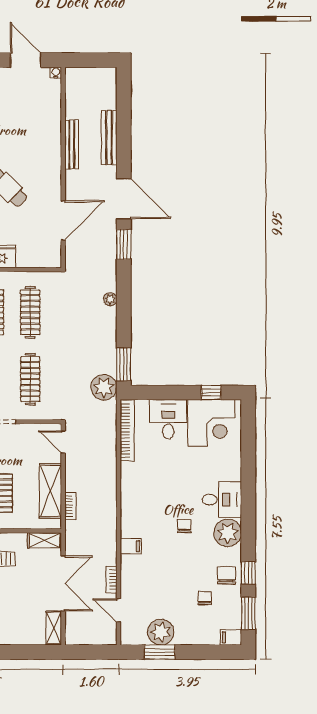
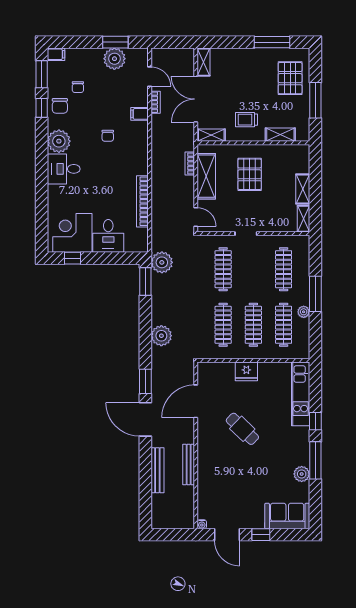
plant: (110, 299) -> (161, 336), width x1.87, depth x1.87
bookcase: (127, 430) -> (142, 201), moved
chair: (184, 526) -> (108, 136), moved
filing cabinet: (131, 546) -> (140, 114), moved

